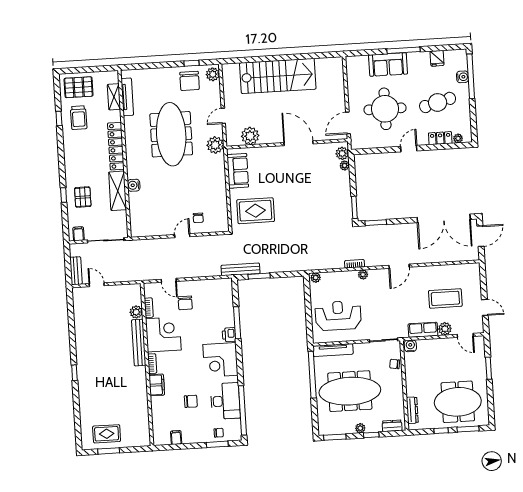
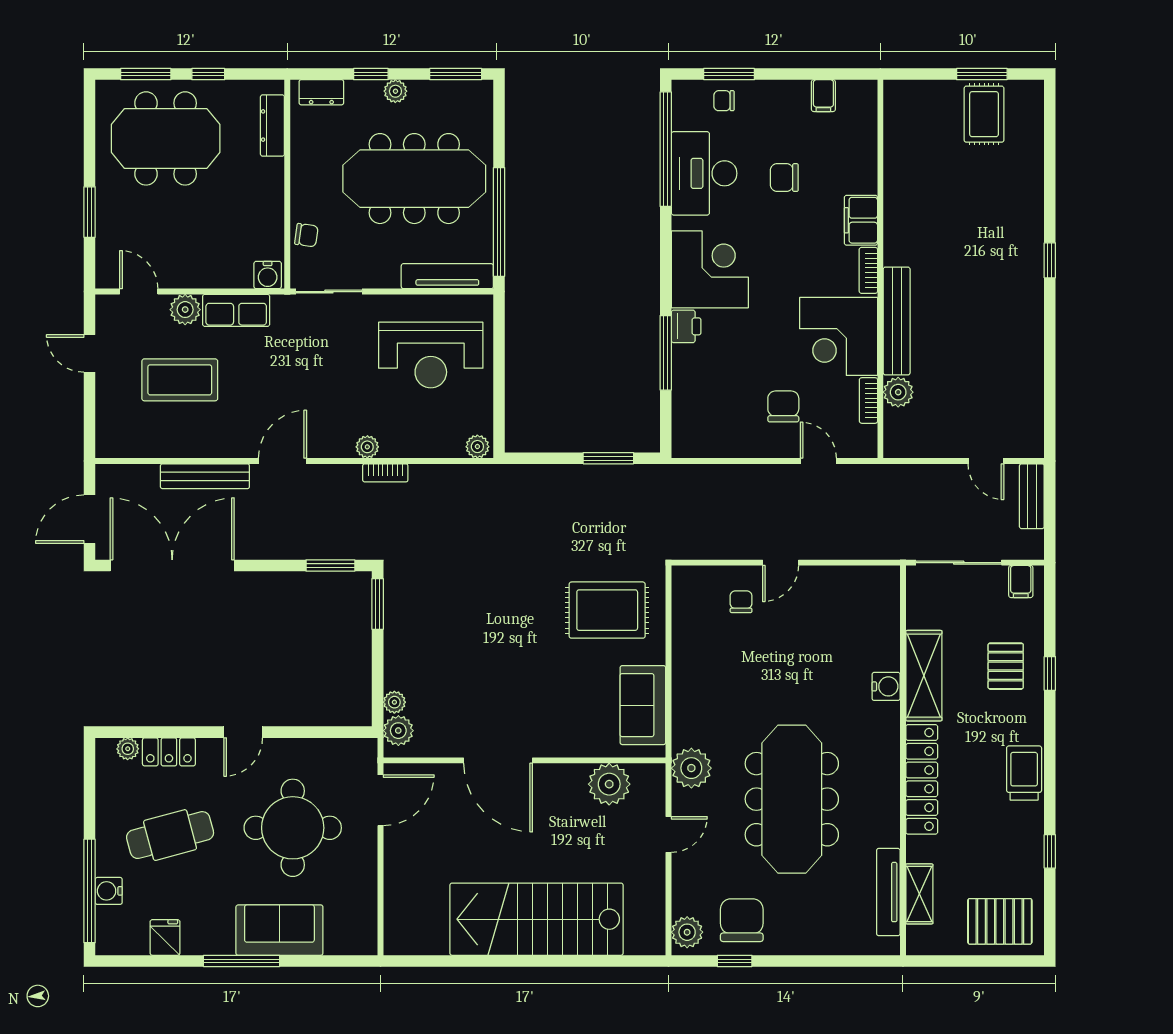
trolley: (79, 118) -> (1024, 773), moved
bench: (241, 269) -> (205, 476), moved
rug: (107, 434) -> (984, 114), turned 90

